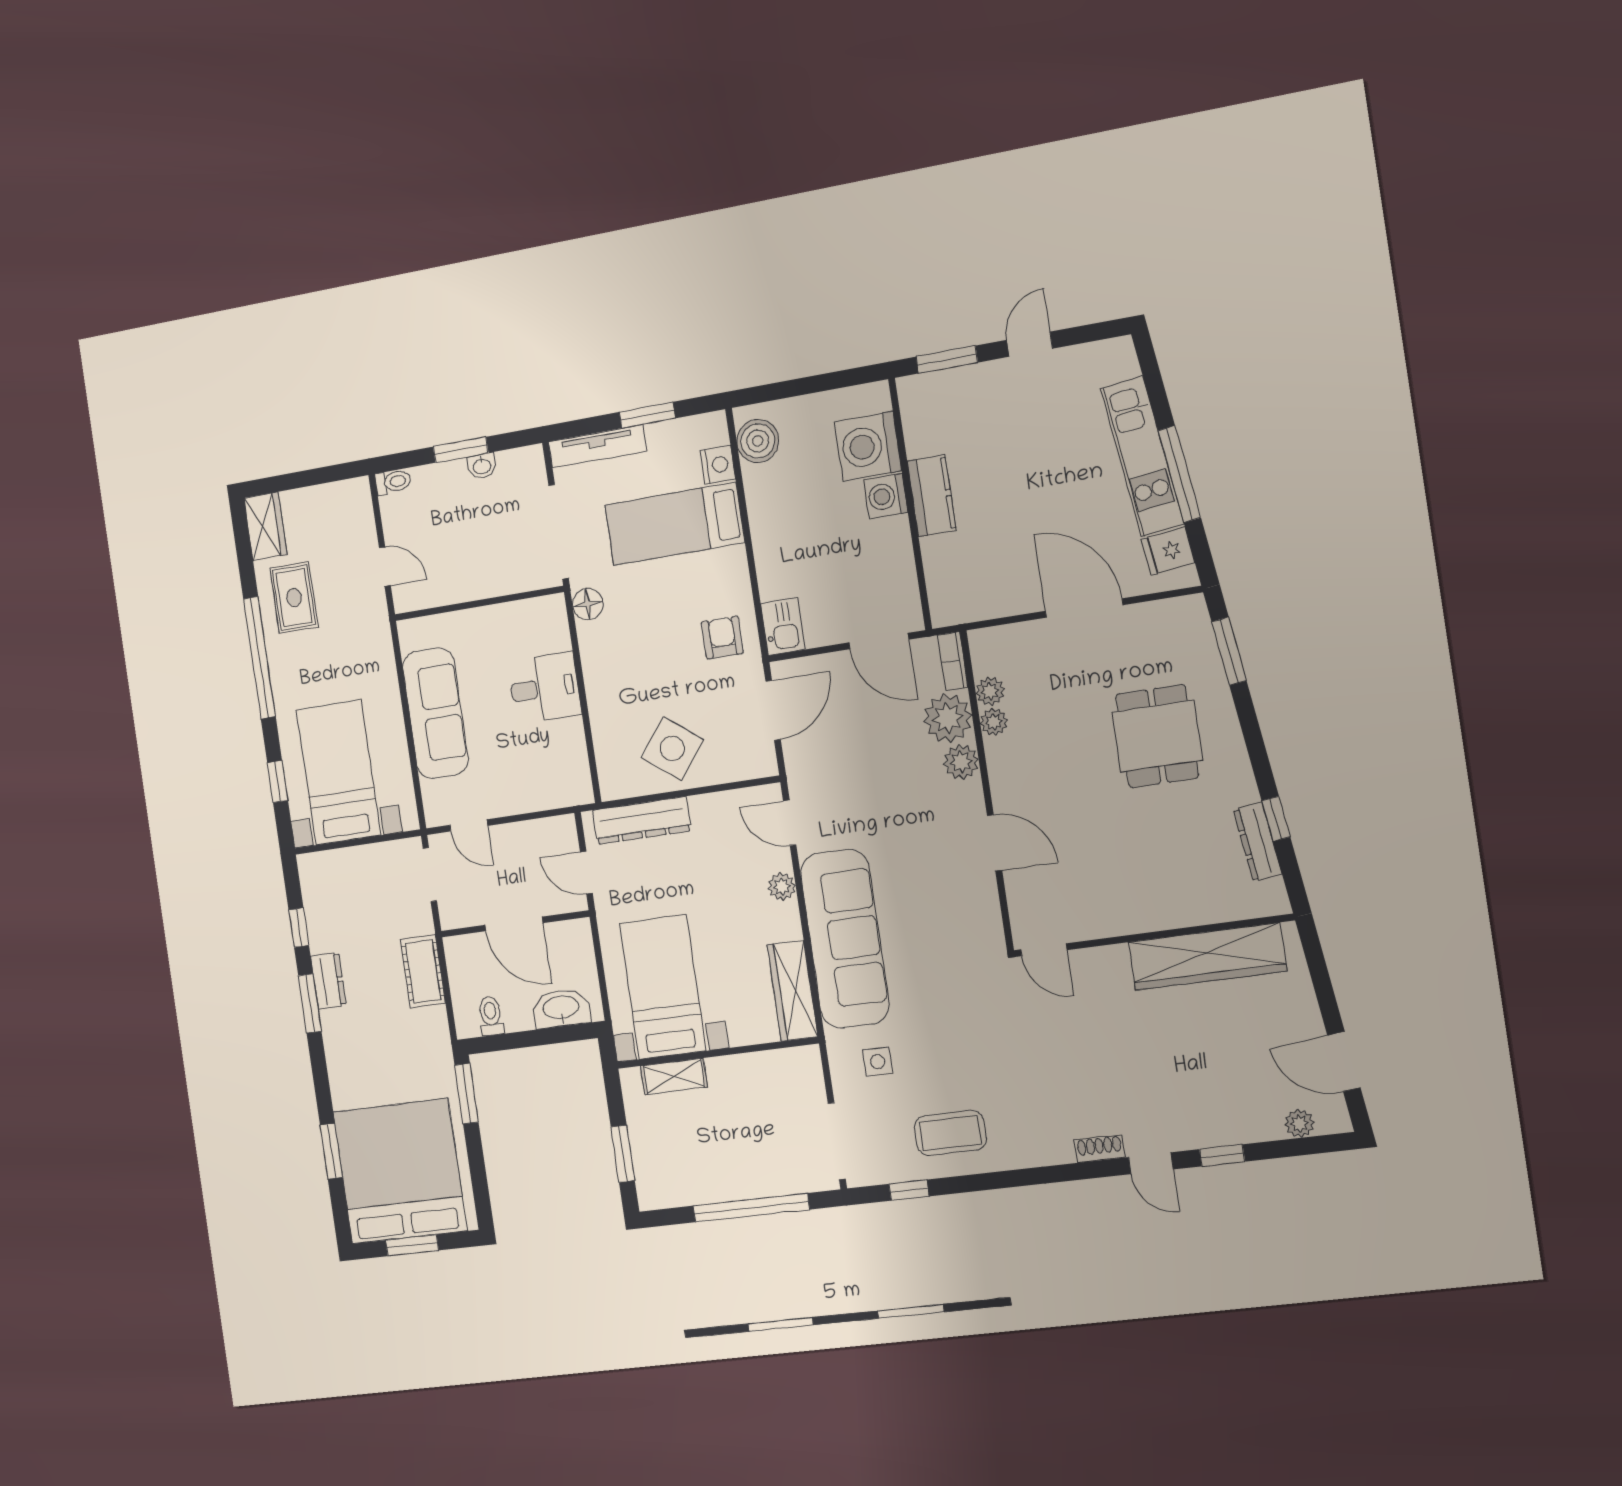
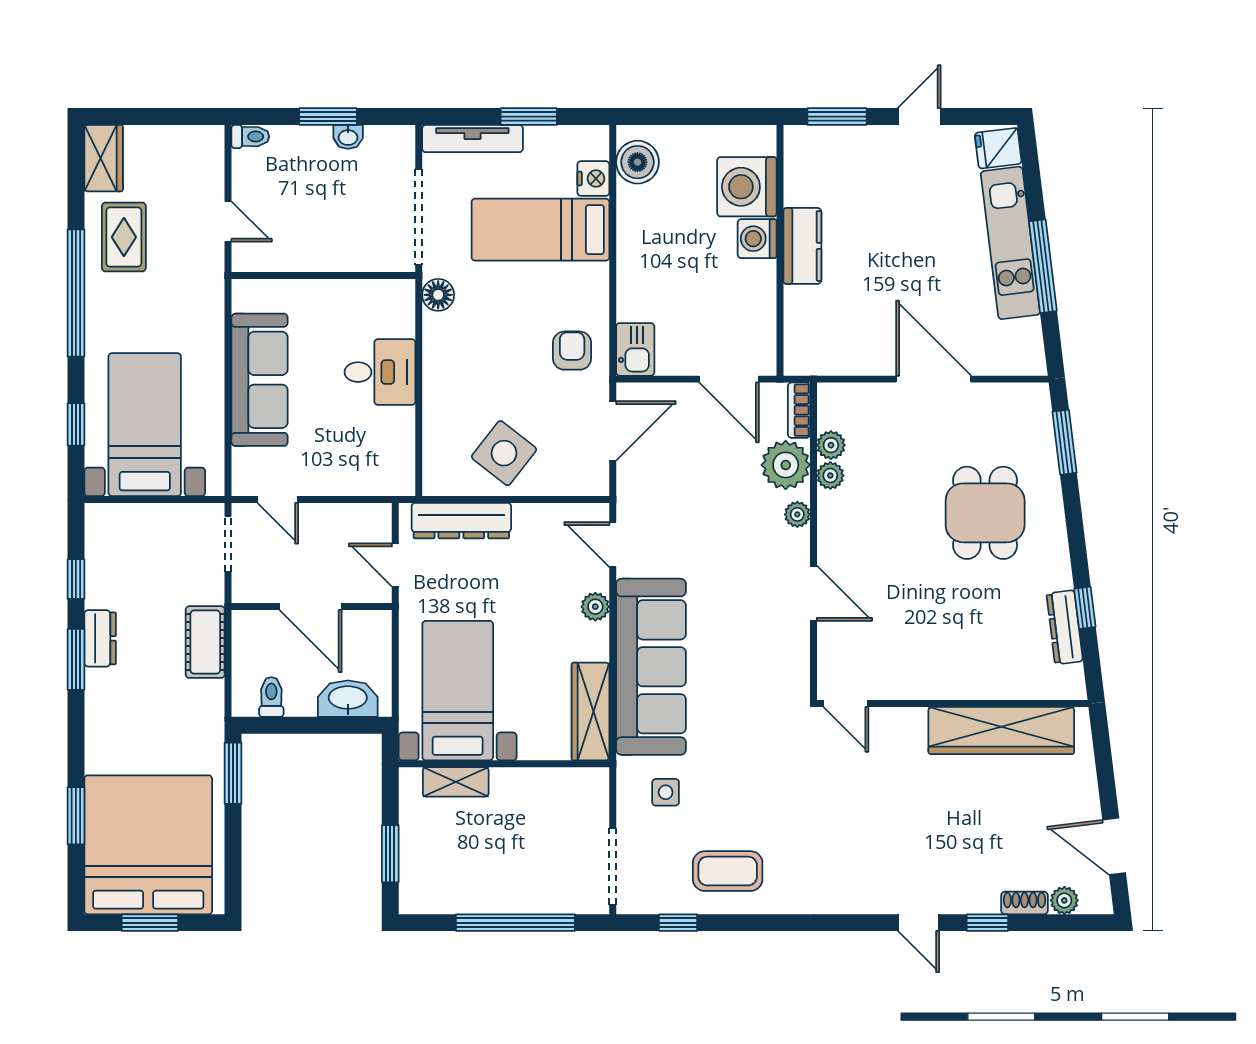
fridge: (1168, 551) -> (998, 148), moved
plant: (961, 762) -> (797, 514), width x0.73, depth x0.73
shoe rack: (1099, 1149) -> (1024, 903), moved

